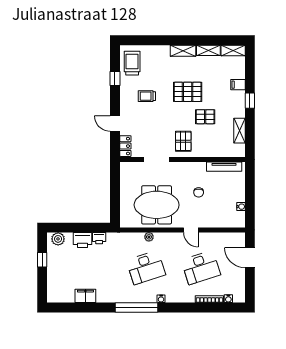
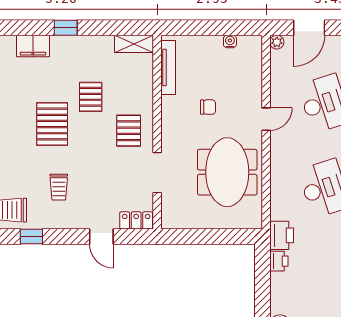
filing cabinet: (238, 85) -> (33, 46), width x2.00
door: (115, 124) -> (101, 237), hinge flipped
shelving: (239, 131) -> (134, 44), moved
pallet: (183, 141) -> (129, 131), turned 90
plant: (149, 237) -> (277, 42), moved
printer: (82, 240) -> (282, 235), moved

